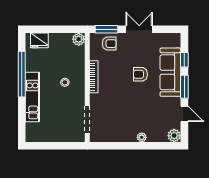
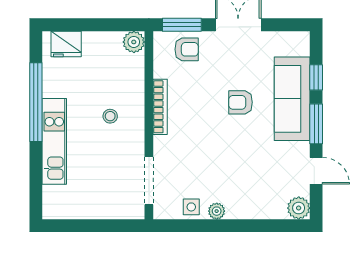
side table: (112, 135) -> (191, 207), added
plant: (142, 137) -> (217, 211), moved

